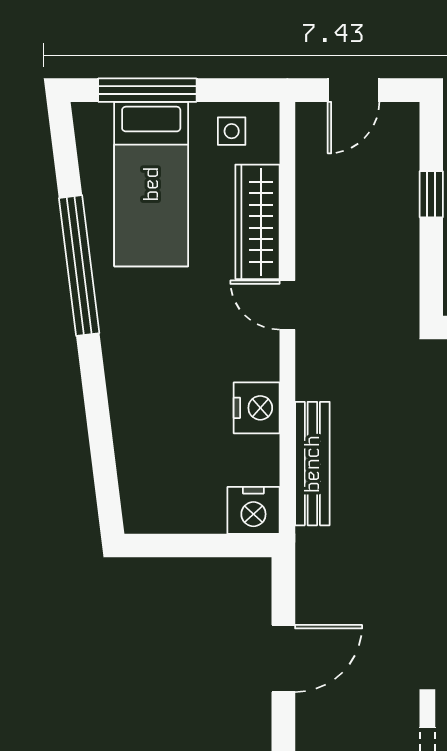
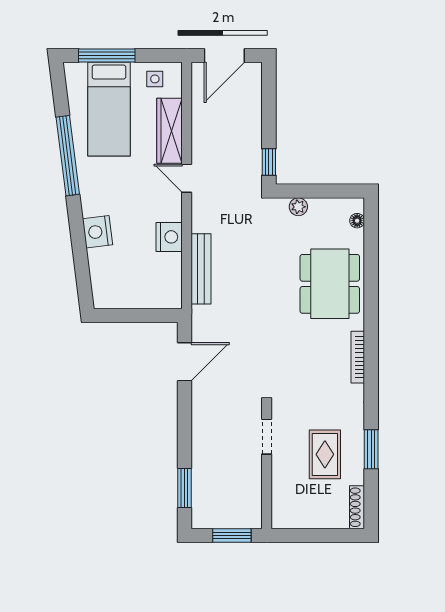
door: (353, 90) -> (224, 56), width x1.38
window: (431, 194) -> (269, 162), moved
nightstand: (253, 510) -> (97, 232), moved, turned 83
door: (283, 658) -> (184, 362), moved

